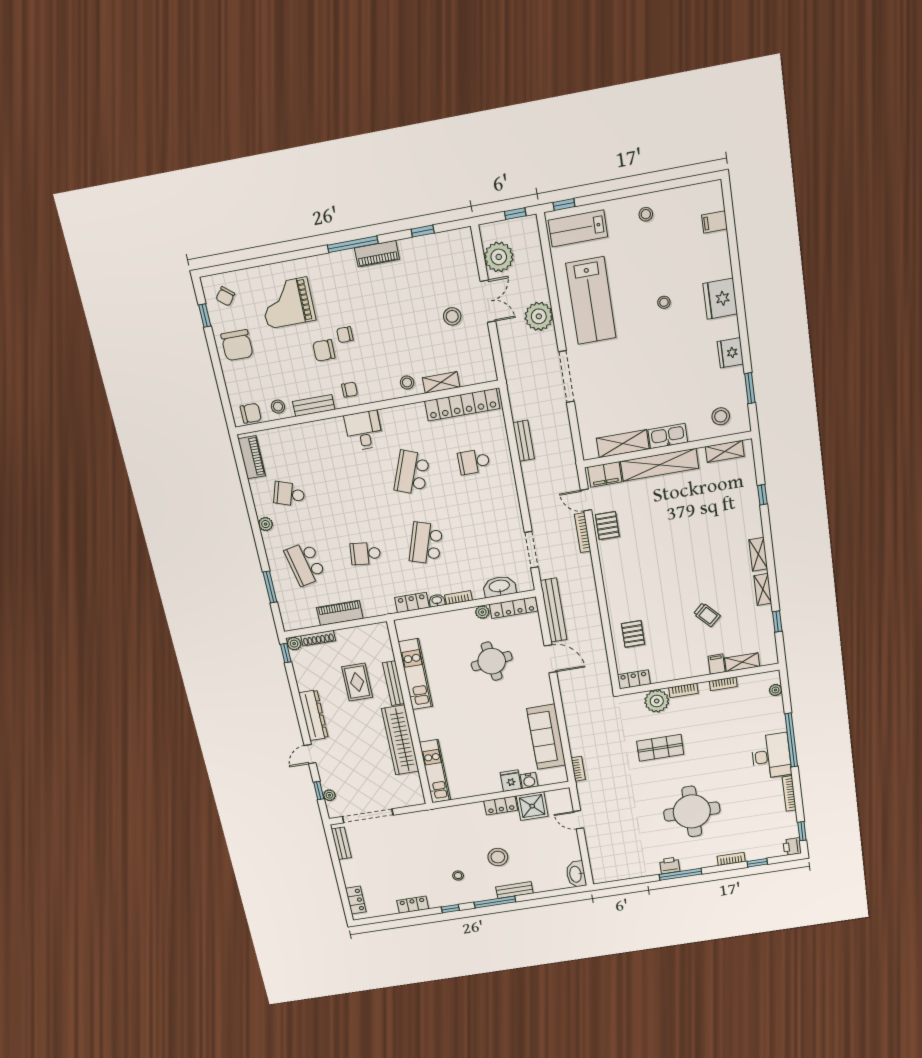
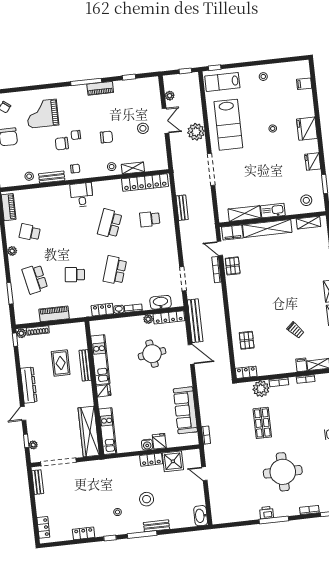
plant: (499, 257) -> (170, 96), width x0.53, depth x0.53
chair: (251, 413) -> (106, 137), moved
fridge: (424, 717) -> (104, 391), added
wardrobe: (400, 740) -> (89, 432), moved
shop shelf: (660, 748) -> (262, 423), turned 90
water cooler: (529, 780) -> (147, 445), moved

